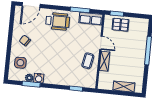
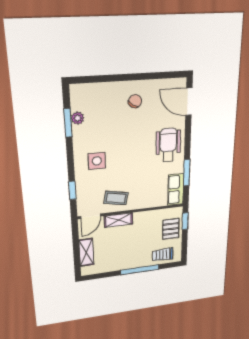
wheelchair: (58, 21) -> (168, 145), turned 180
trolley: (140, 33) -> (163, 255), added
door: (101, 43) -> (91, 216), moved
side table: (20, 63) -> (97, 161), moved
water cooler: (39, 78) -> (79, 133), removed

